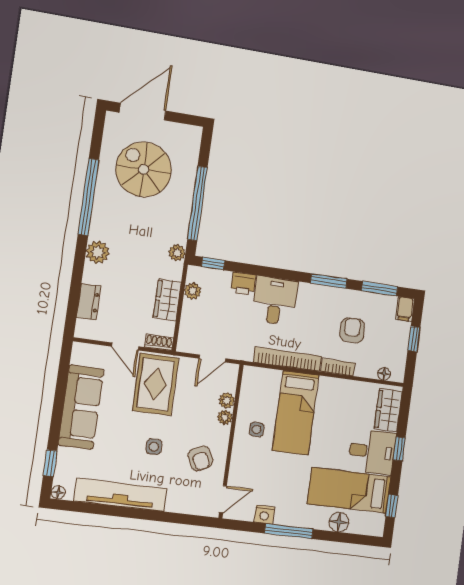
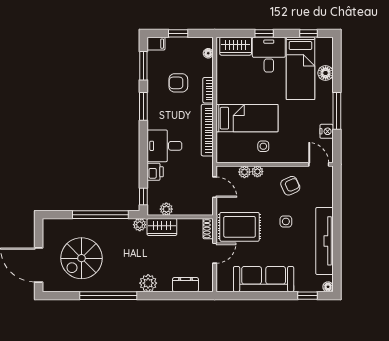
wardrobe: (167, 300) -> (162, 227), moved

